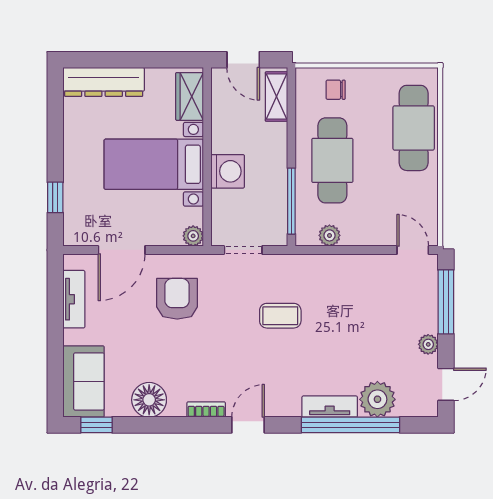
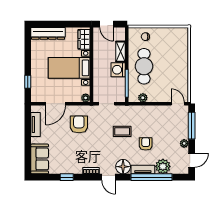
shelving: (276, 97) -> (121, 52), moved
cafe table: (414, 128) -> (178, 53), removed
washing machine: (228, 171) -> (118, 70), moved, turned 180
armchair: (336, 346) -> (146, 144), added
floor lamp: (149, 400) -> (123, 167), moved
window: (96, 425) -> (67, 177), moved
door: (248, 425) -> (109, 177), swing flipped

